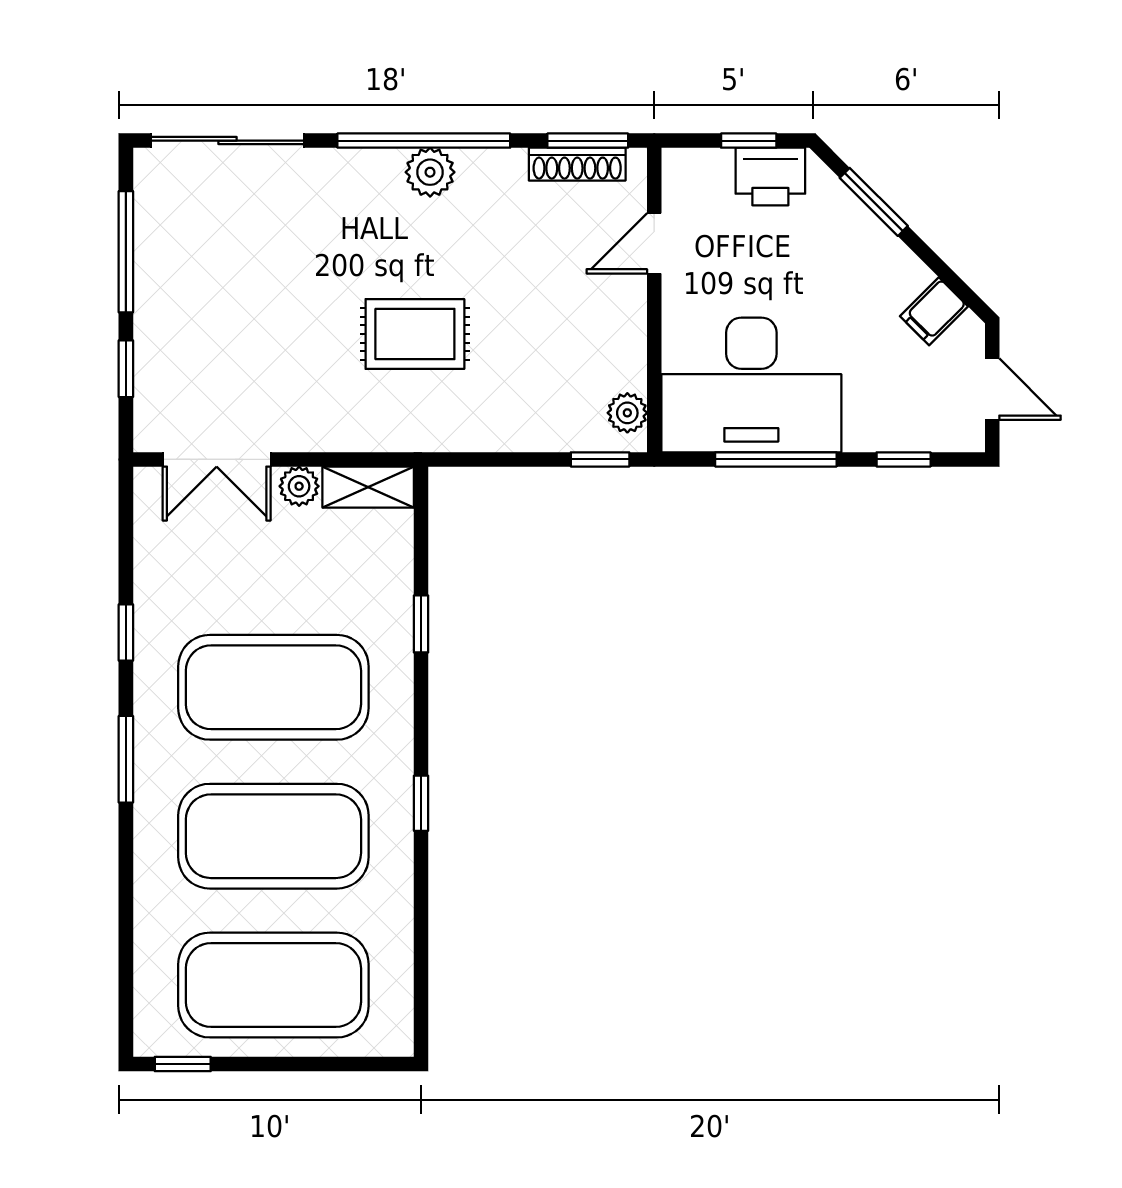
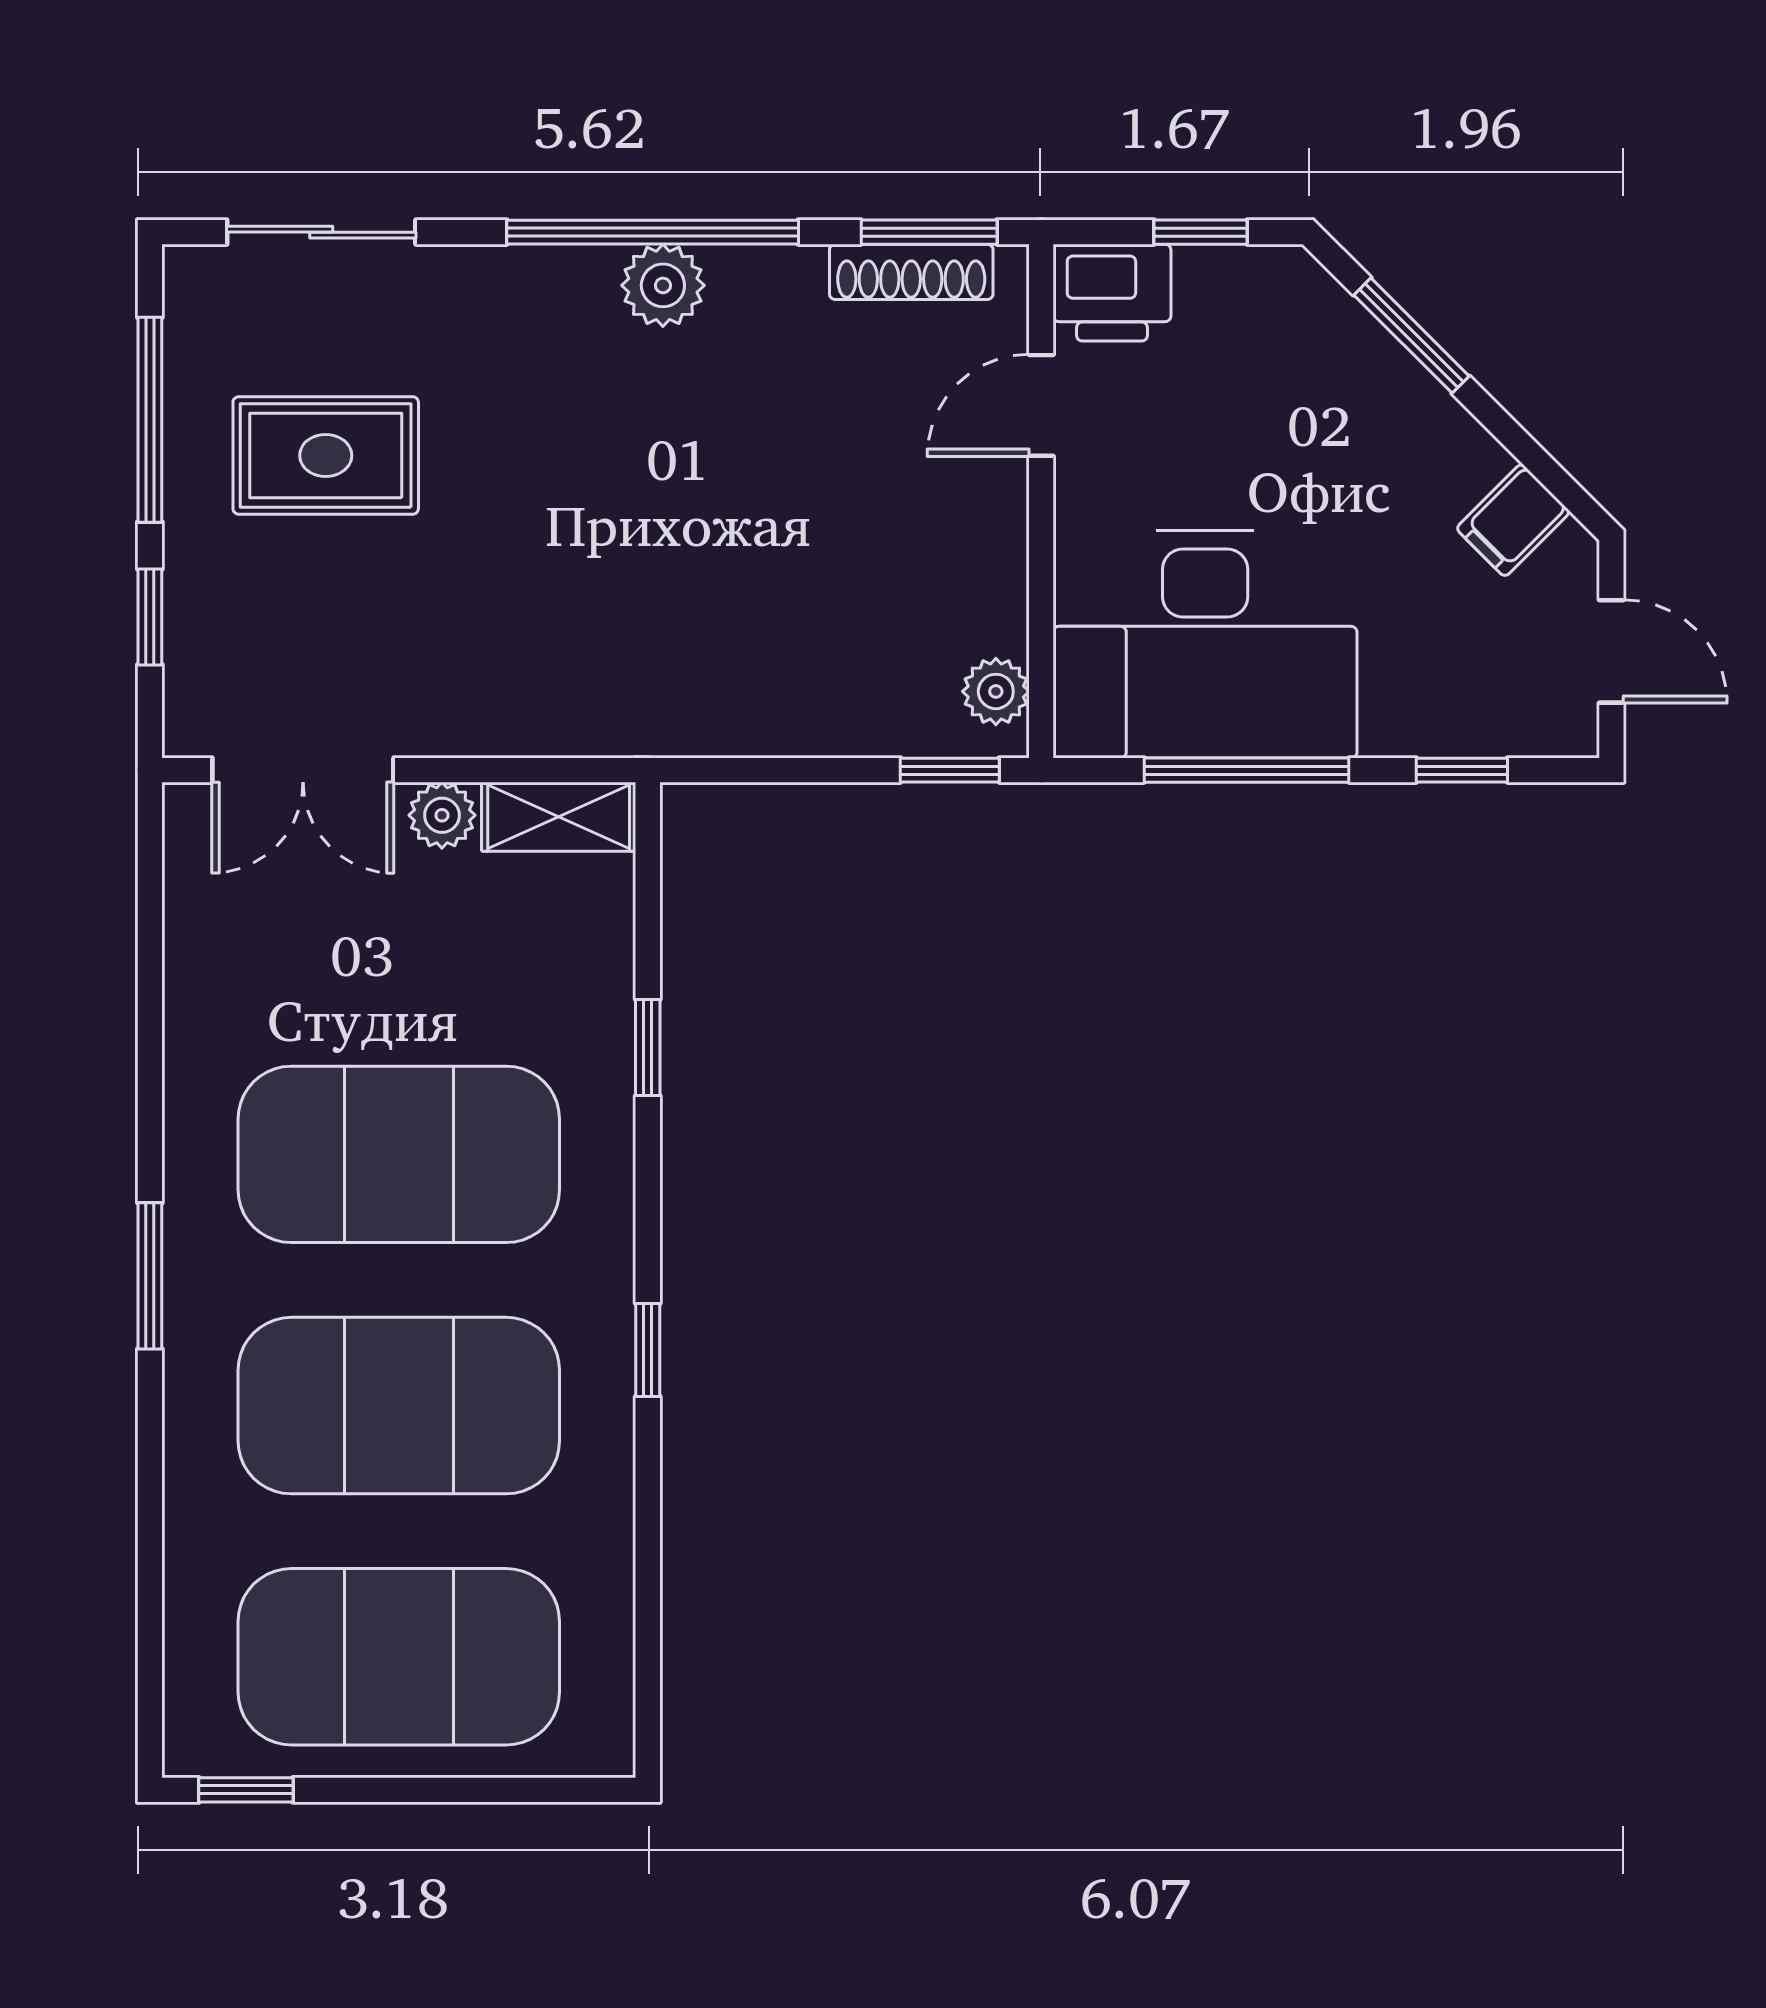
sliding door: (227, 141) -> (321, 232), width x0.73
printer: (770, 176) -> (1112, 293), moved
rug: (415, 334) -> (326, 455), moved
window: (126, 633) -> (150, 1062), removed

